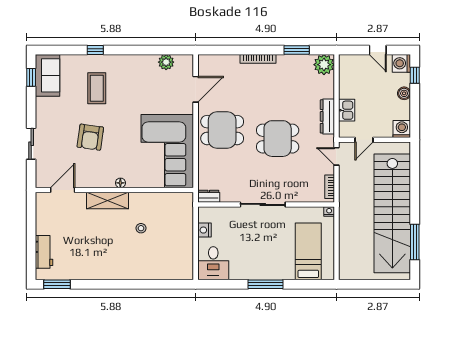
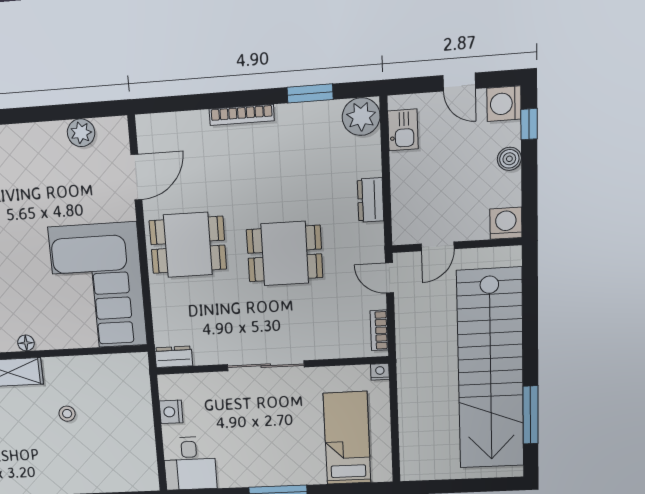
kitchen sink: (347, 110) -> (403, 130), moved
dresser: (327, 116) -> (371, 200), width x0.70

